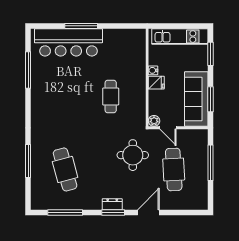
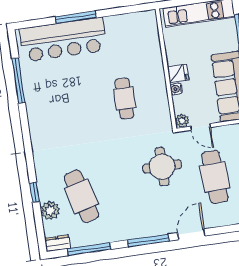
water cooler: (153, 70) -> (176, 89), moved
window: (28, 161) -> (35, 192), width x0.46
plant: (38, 177) -> (50, 210), added
dresser: (112, 204) -> (58, 243), moved
window: (113, 212) -> (148, 241), width x1.44

